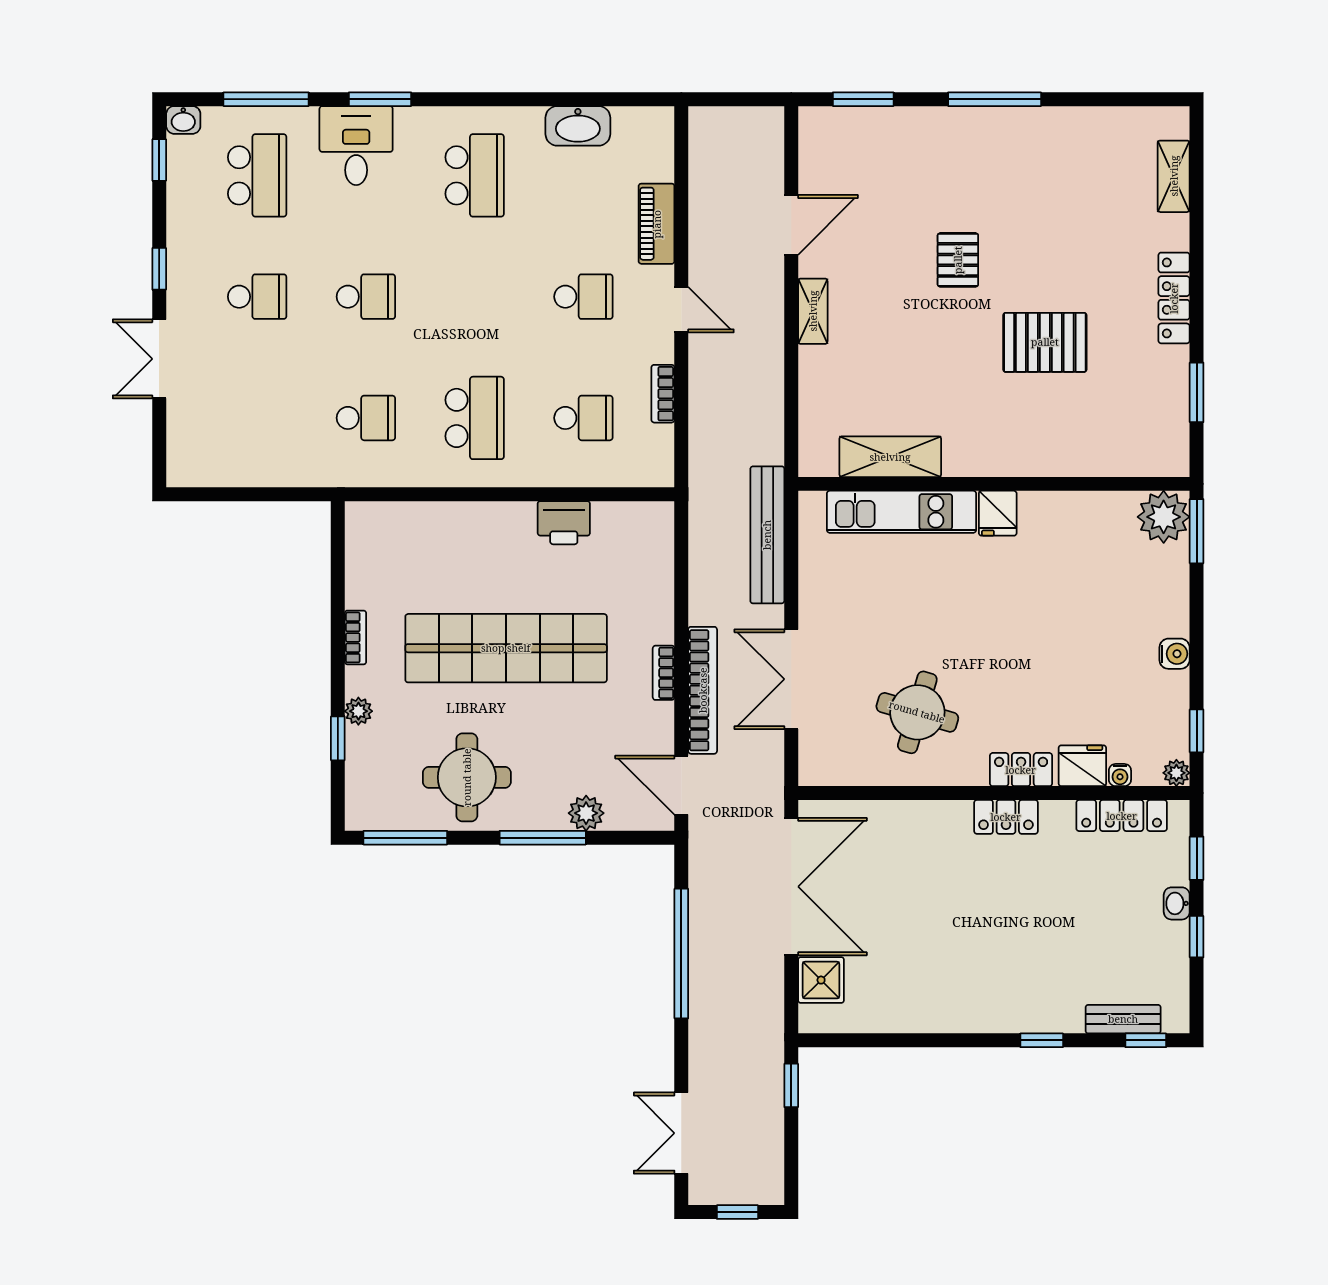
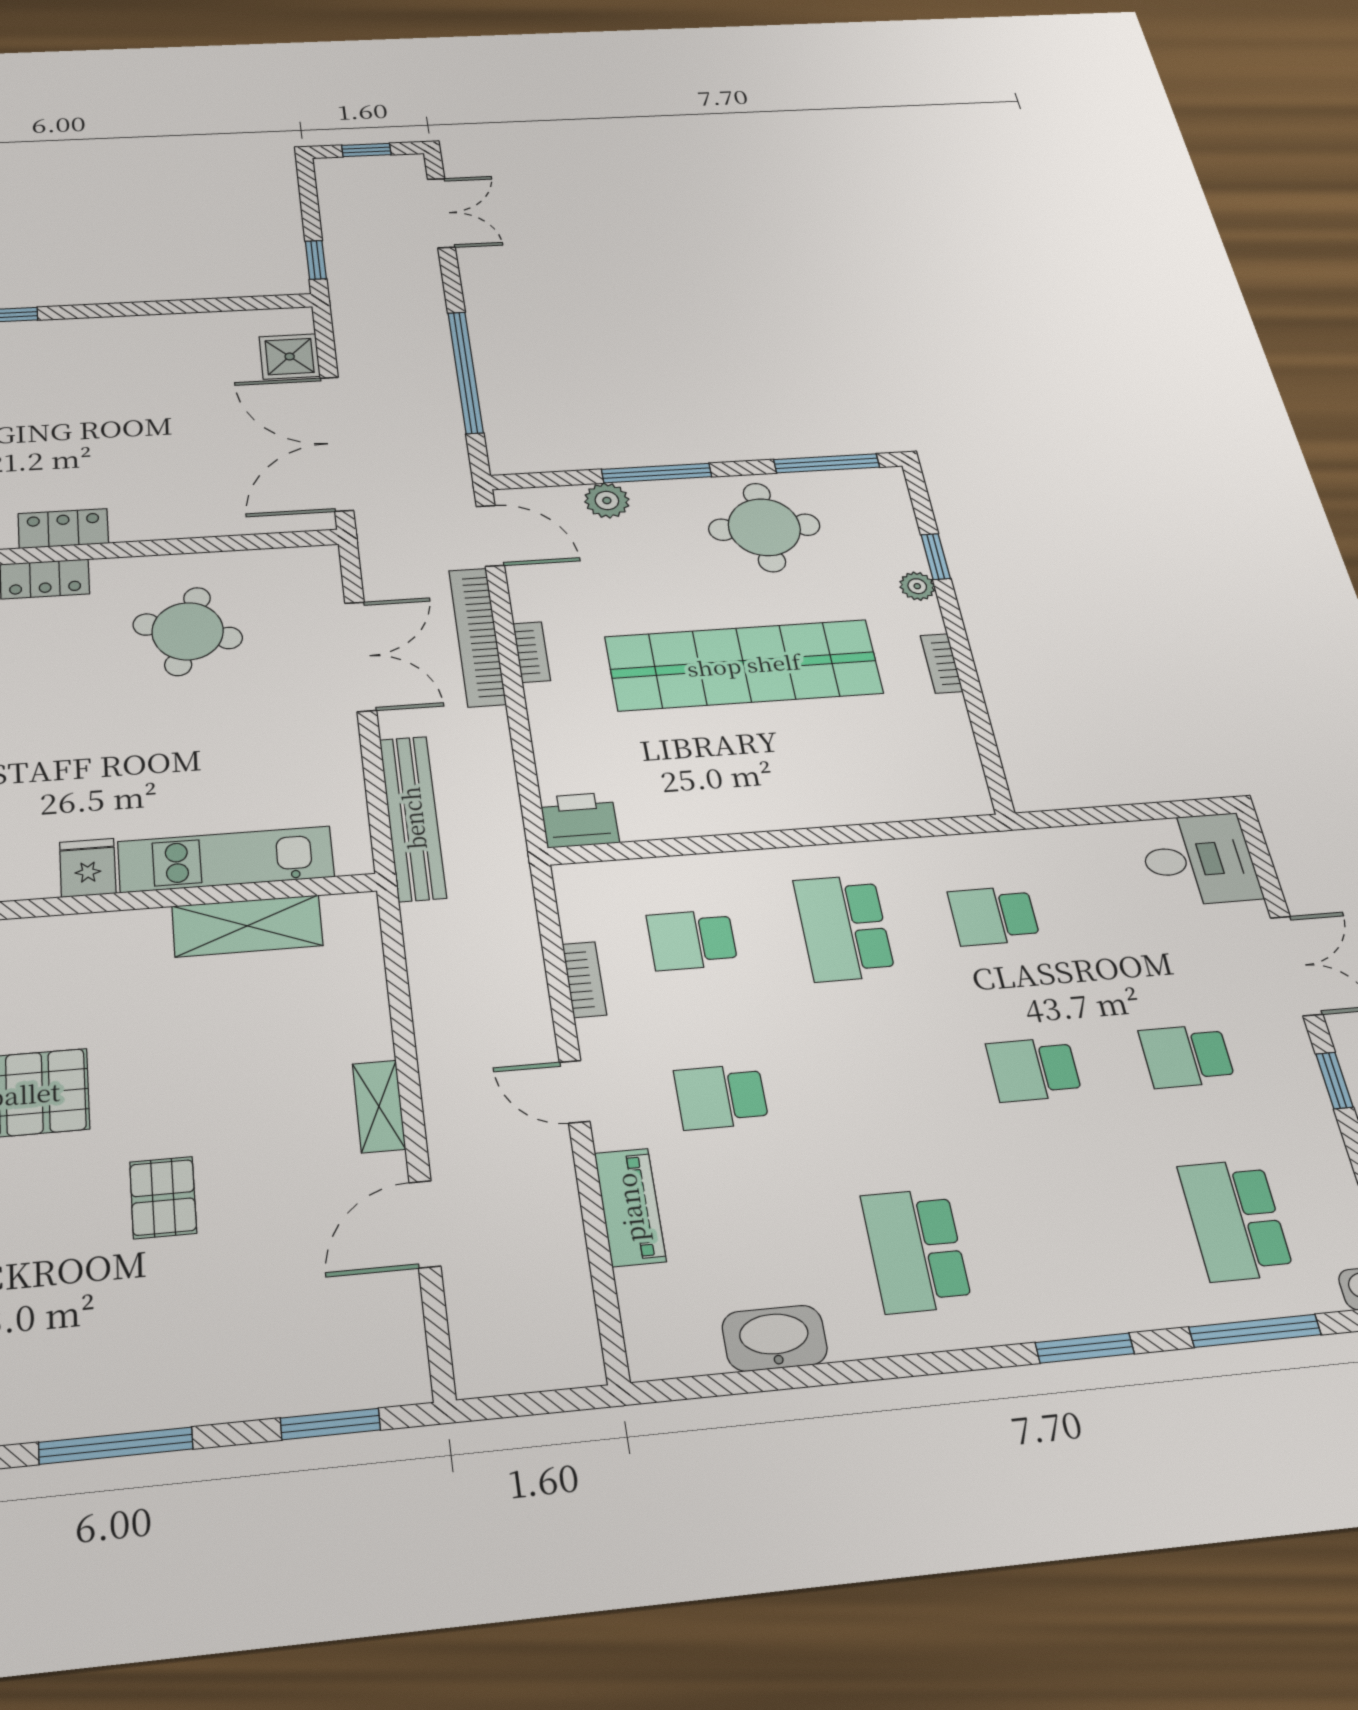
desk: (356, 146) -> (1198, 860), moved, turned -90
printer: (564, 523) -> (579, 820), moved

